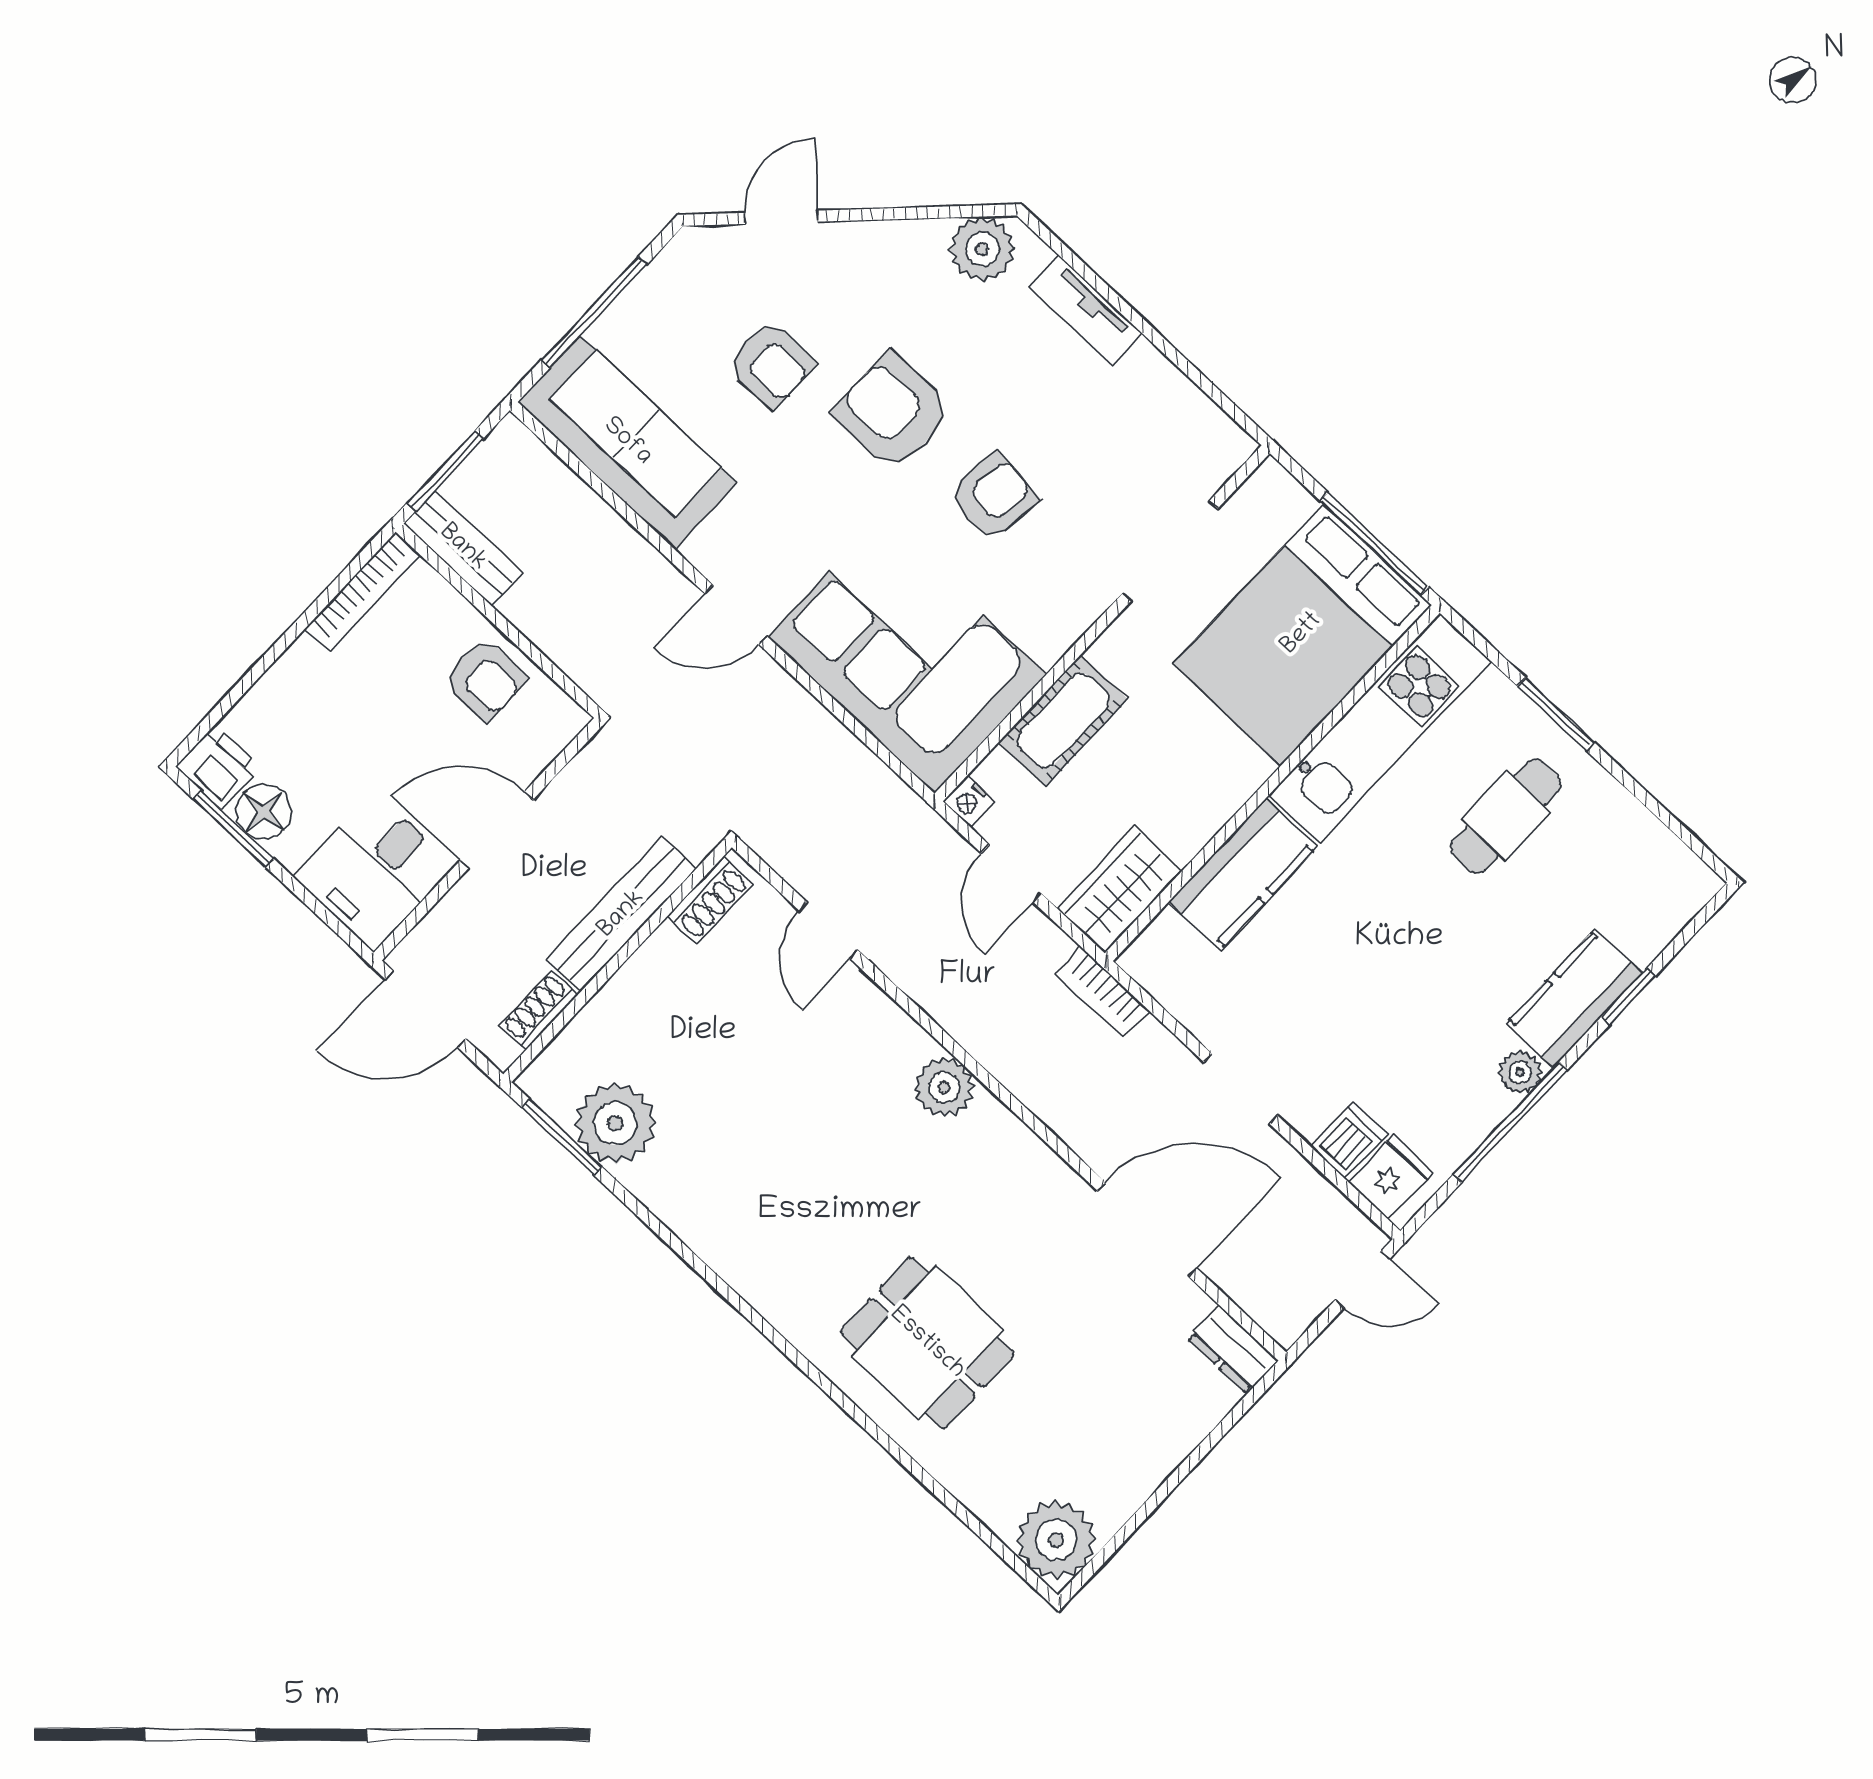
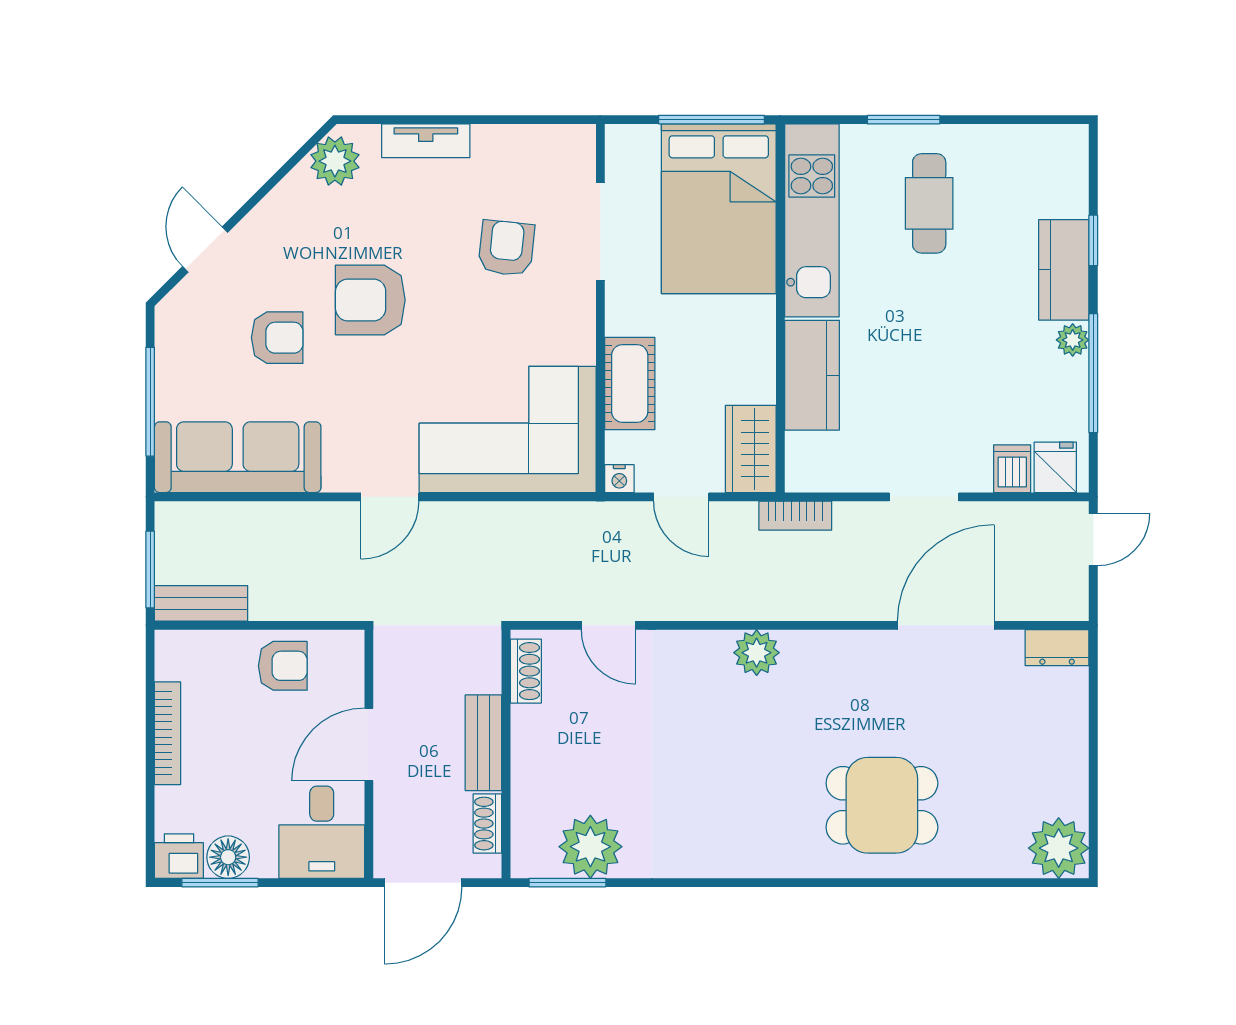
armchair: (993, 496) -> (506, 248), moved
bookcase: (363, 592) -> (168, 733), moved
bench: (622, 914) -> (483, 743), width x0.73

